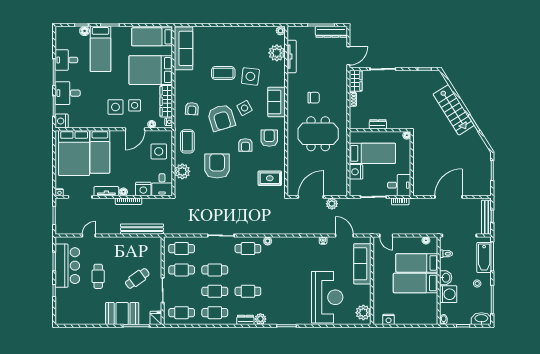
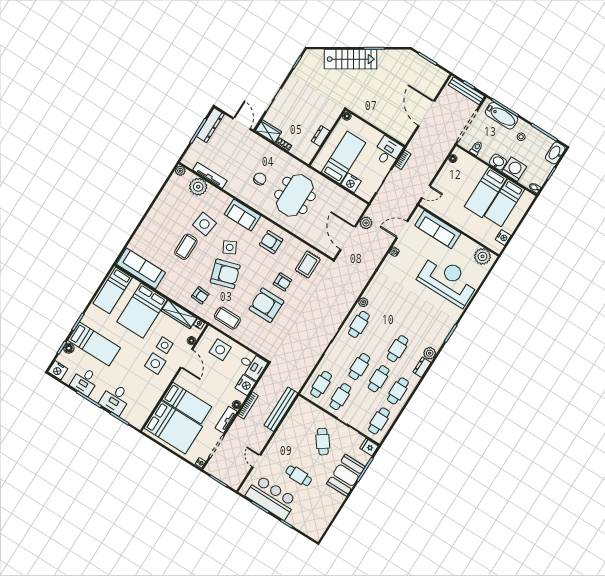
nightstand: (62, 121) -> (58, 370), moved
armchair: (245, 145) -> (282, 282), moved
plant: (182, 171) -> (252, 340), removed
bed: (417, 263) -> (504, 203), moved

